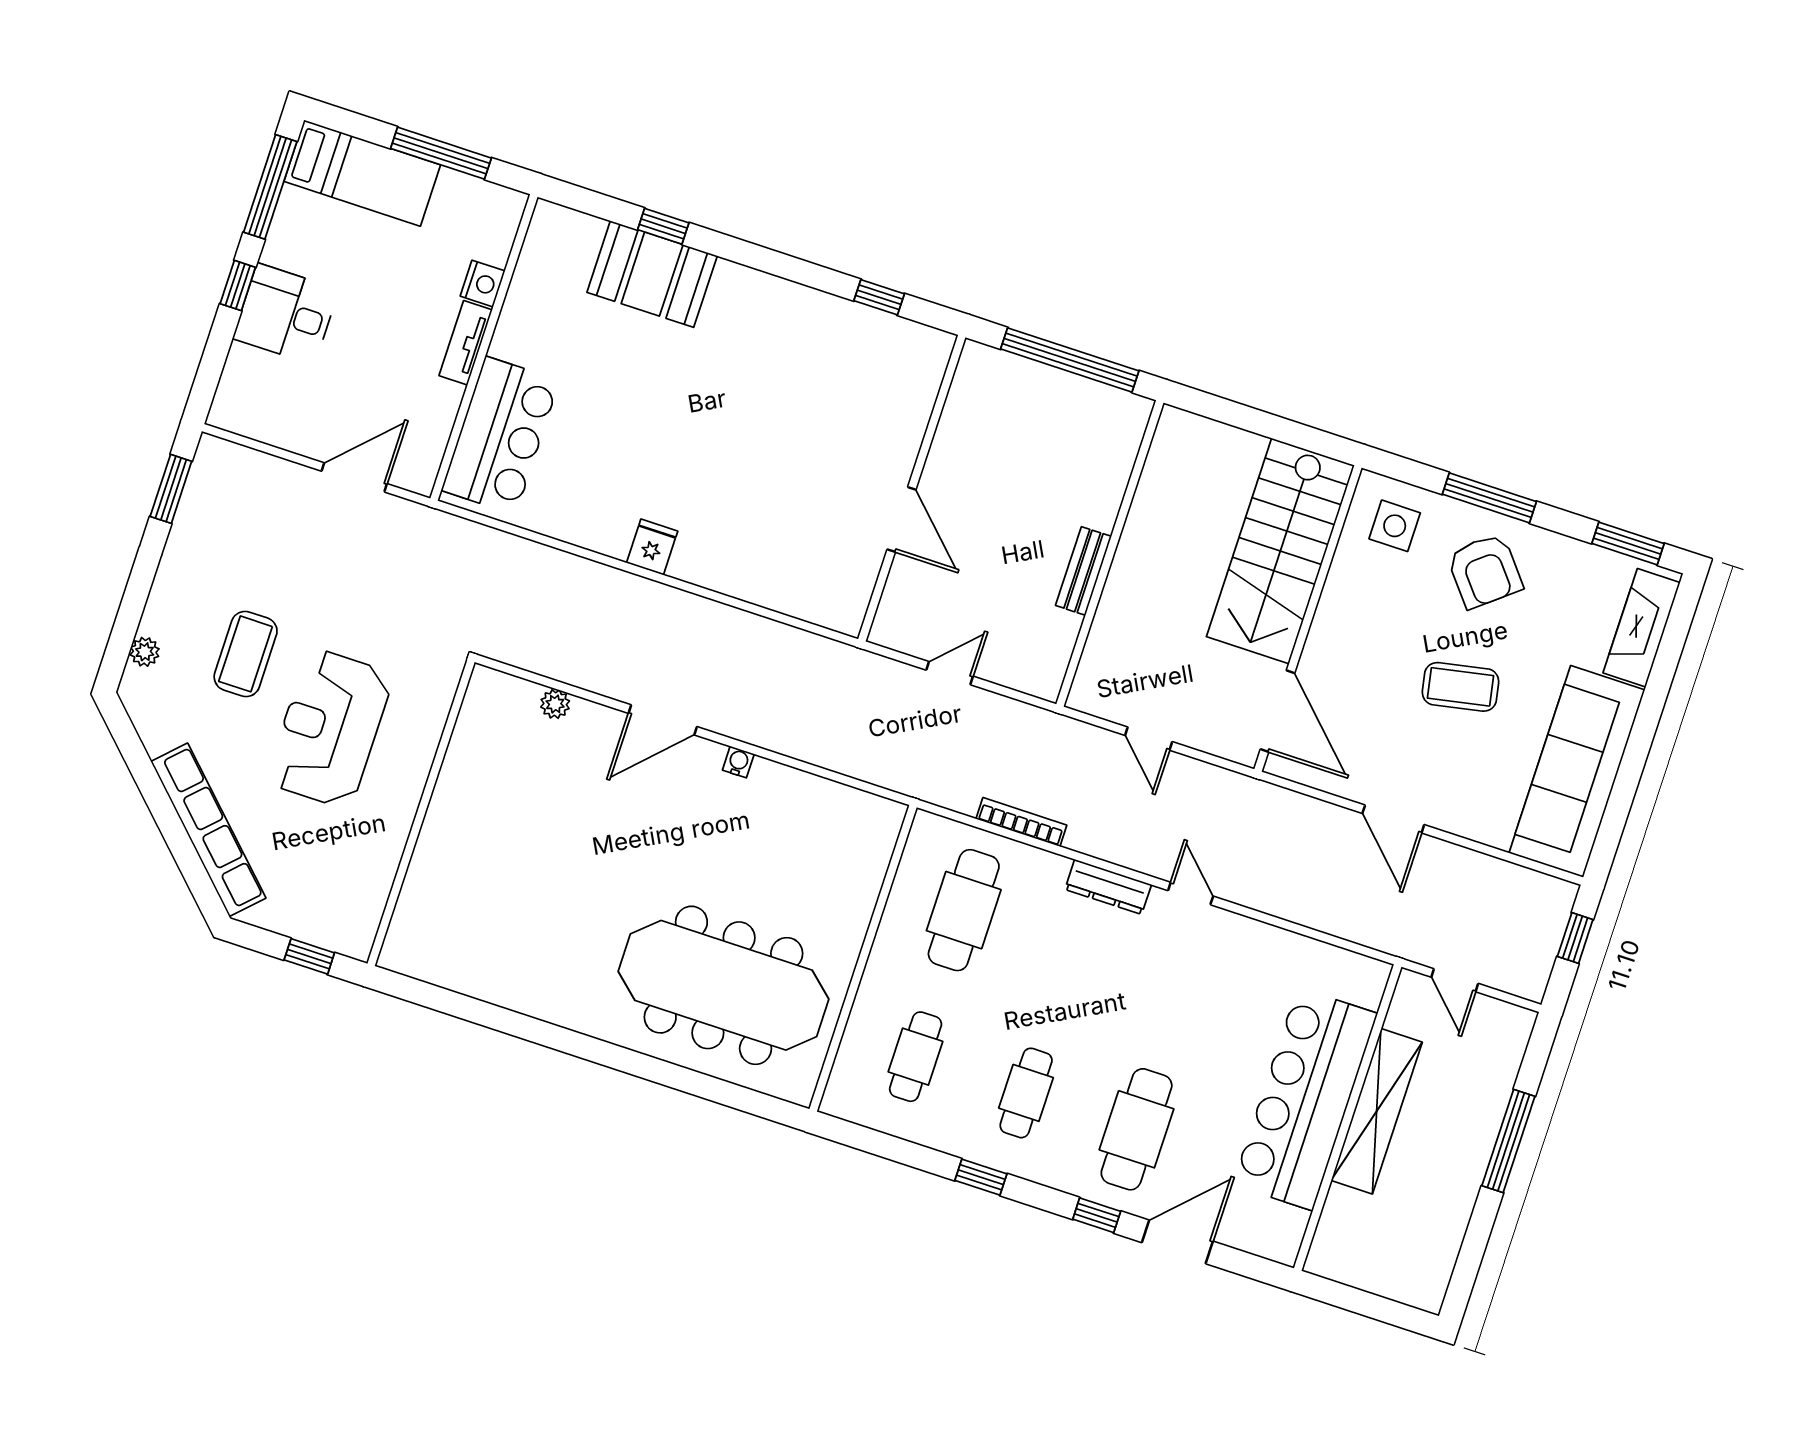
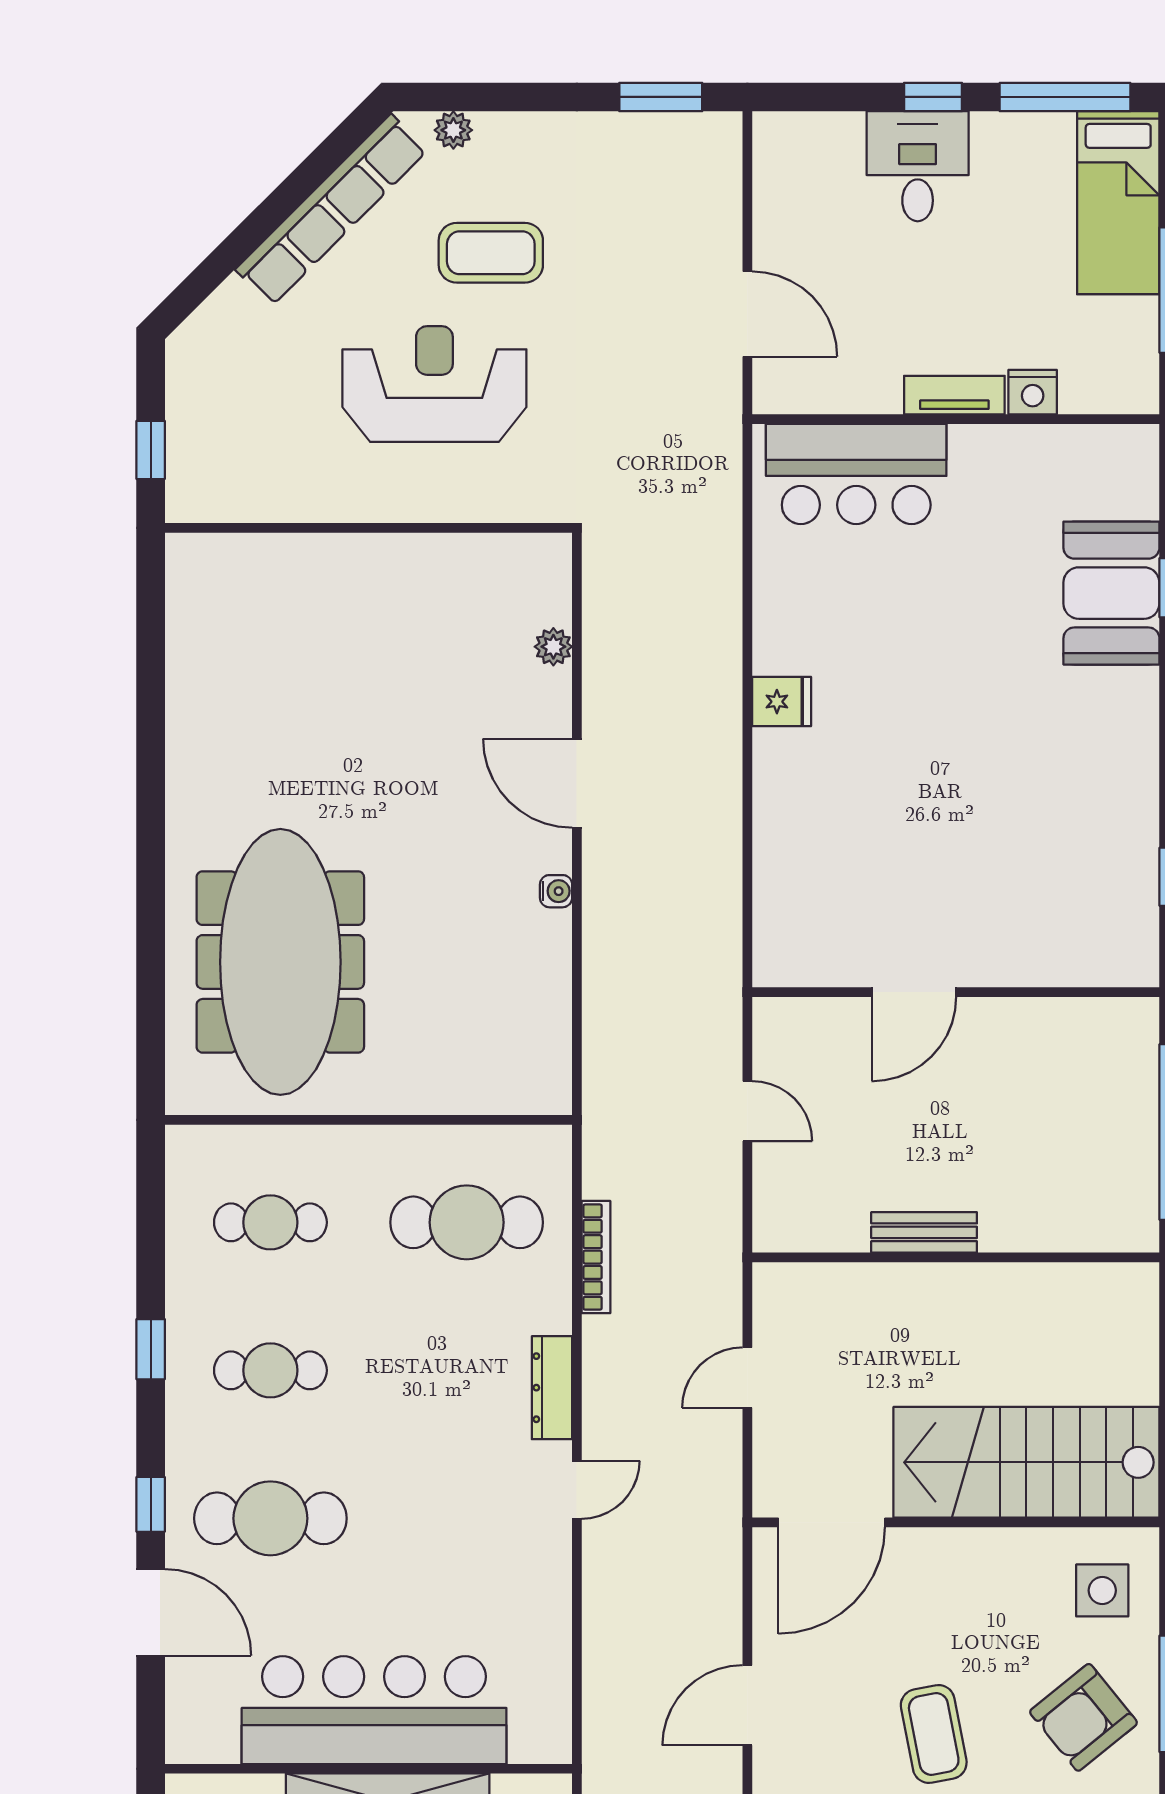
row of seats: (208, 830) -> (331, 210), moved

